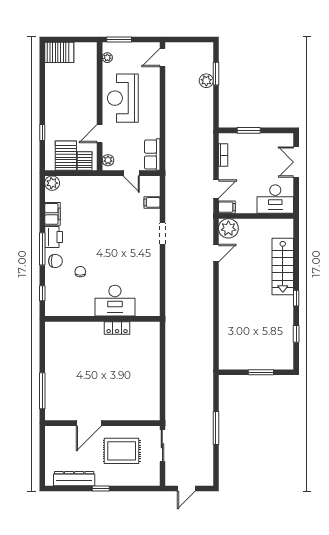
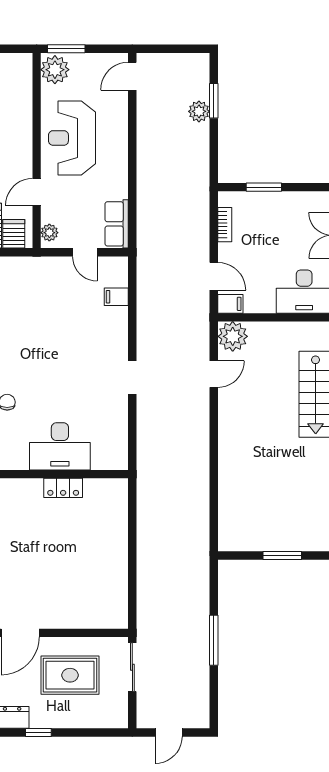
plant: (107, 58) -> (55, 70), width x1.88, depth x1.88
door: (216, 189) -> (214, 276), hinge flipped
doorway: (162, 234) -> (132, 378), moved

